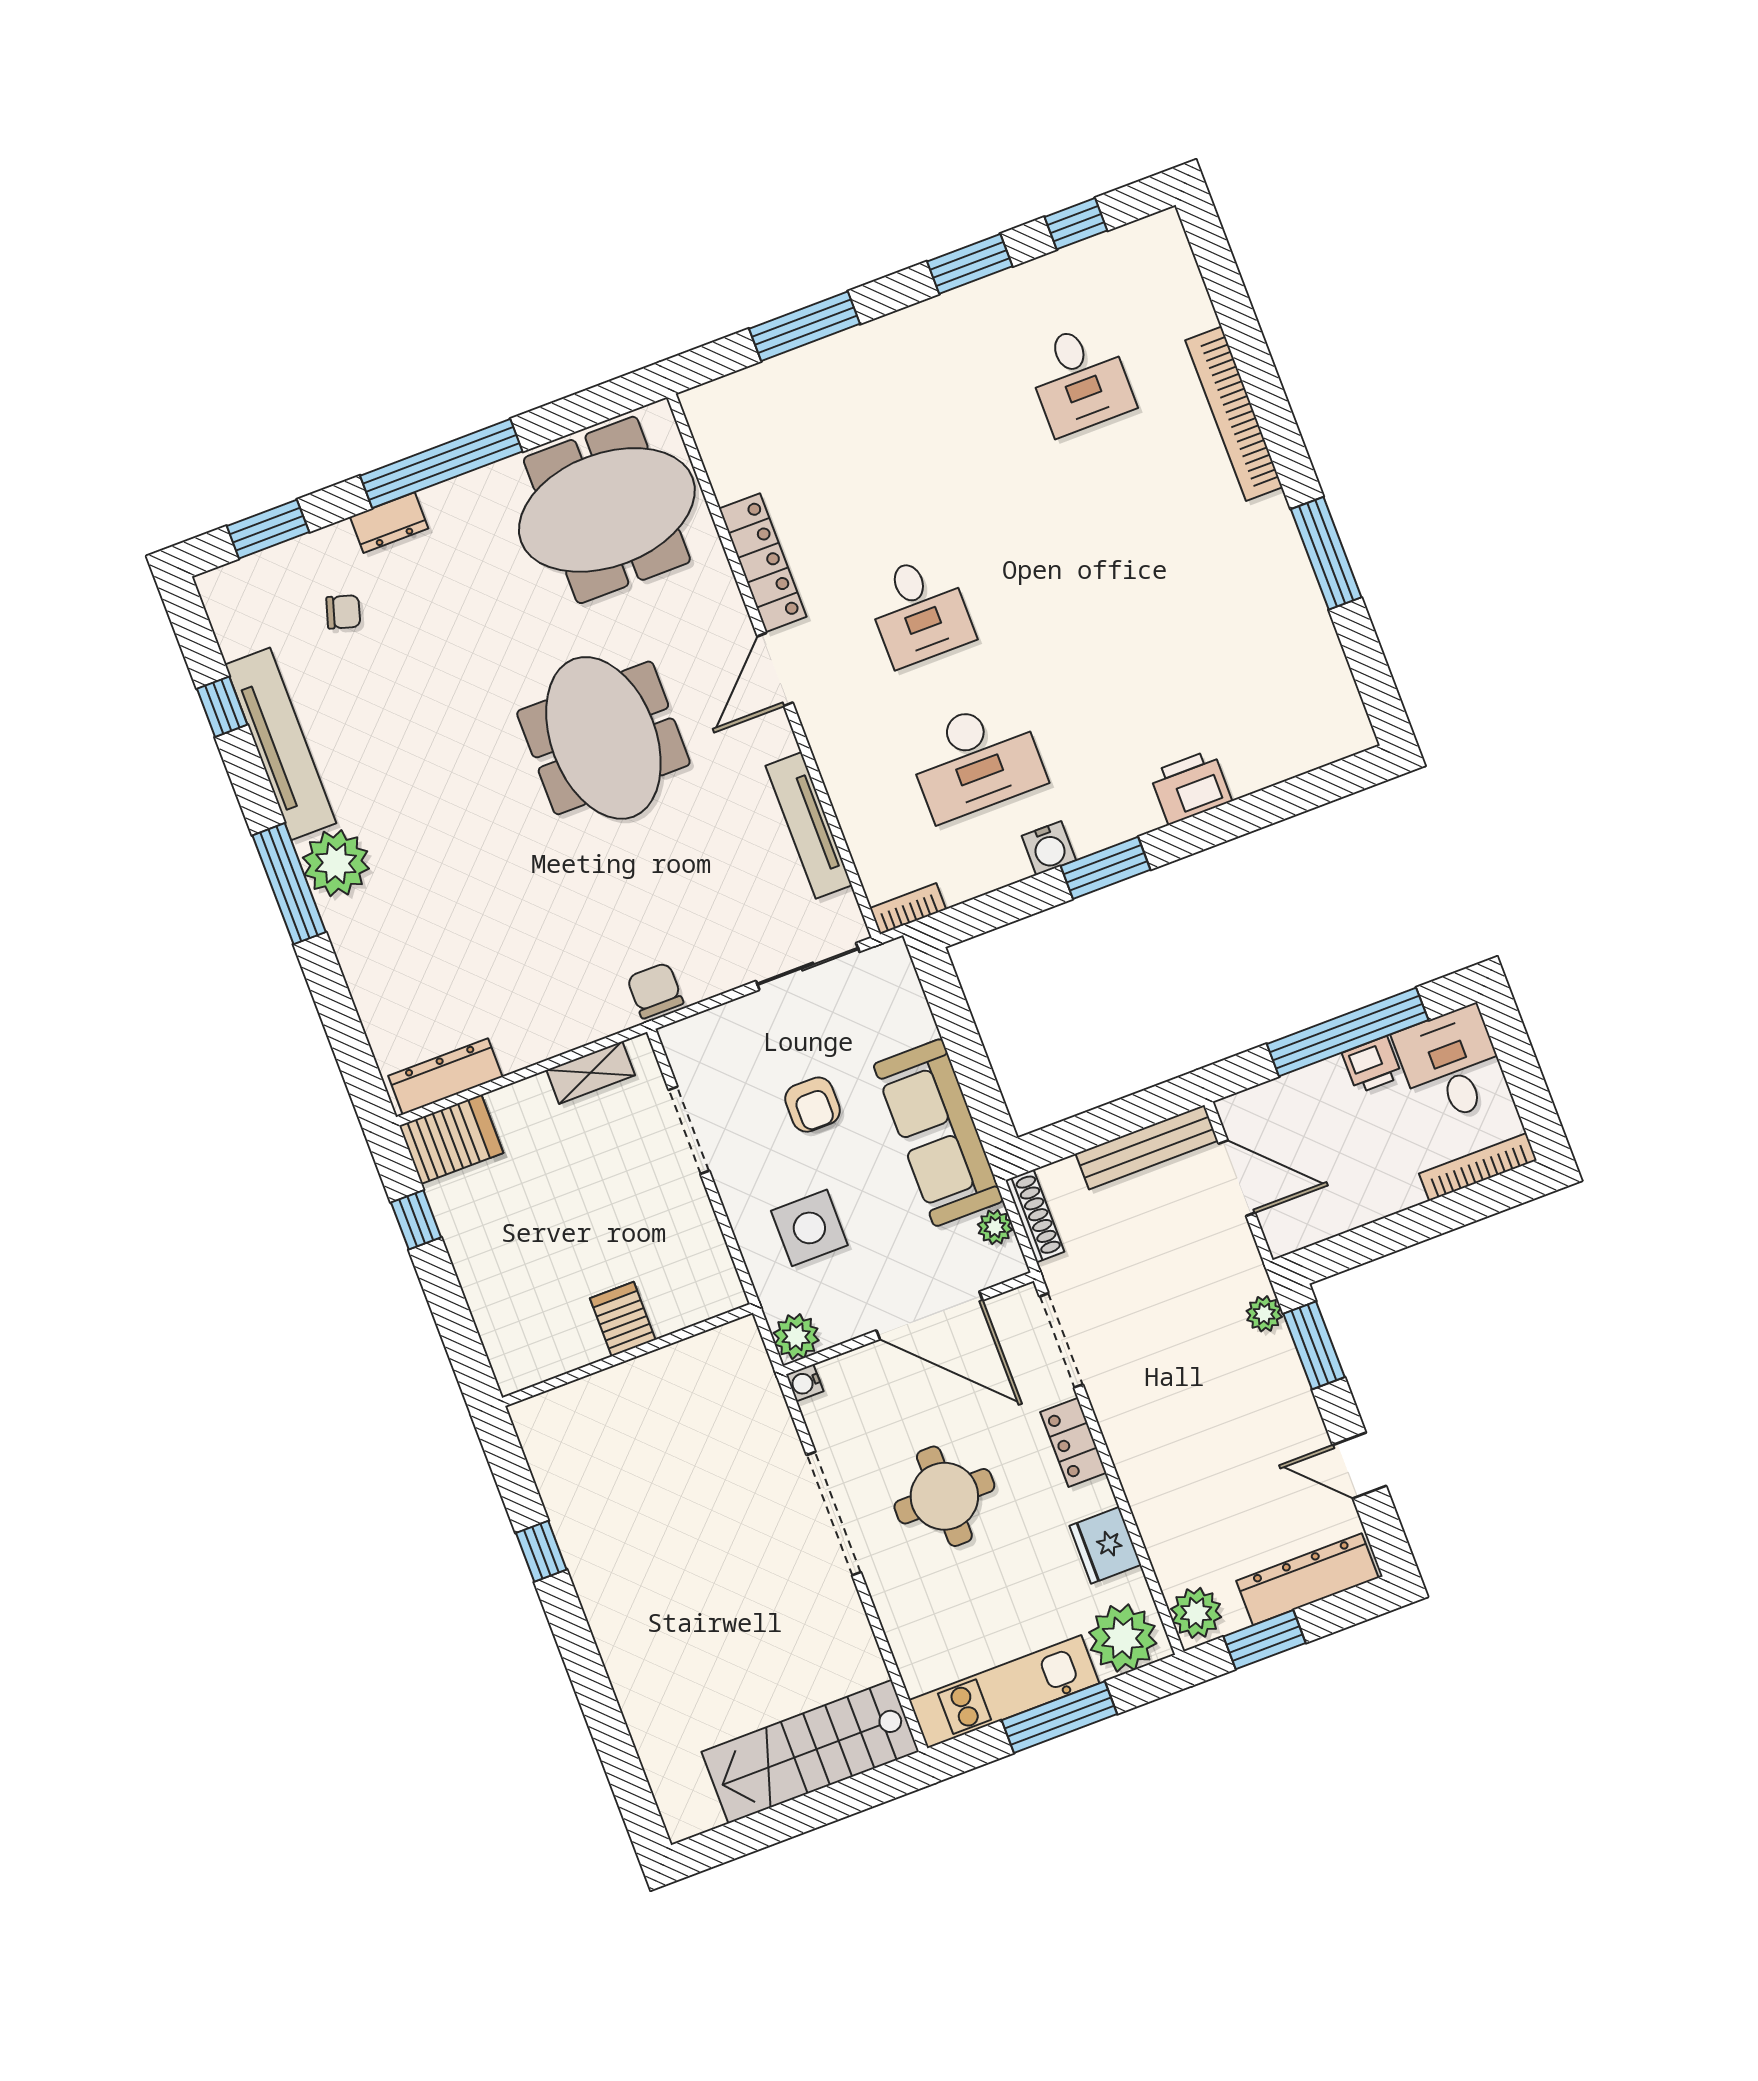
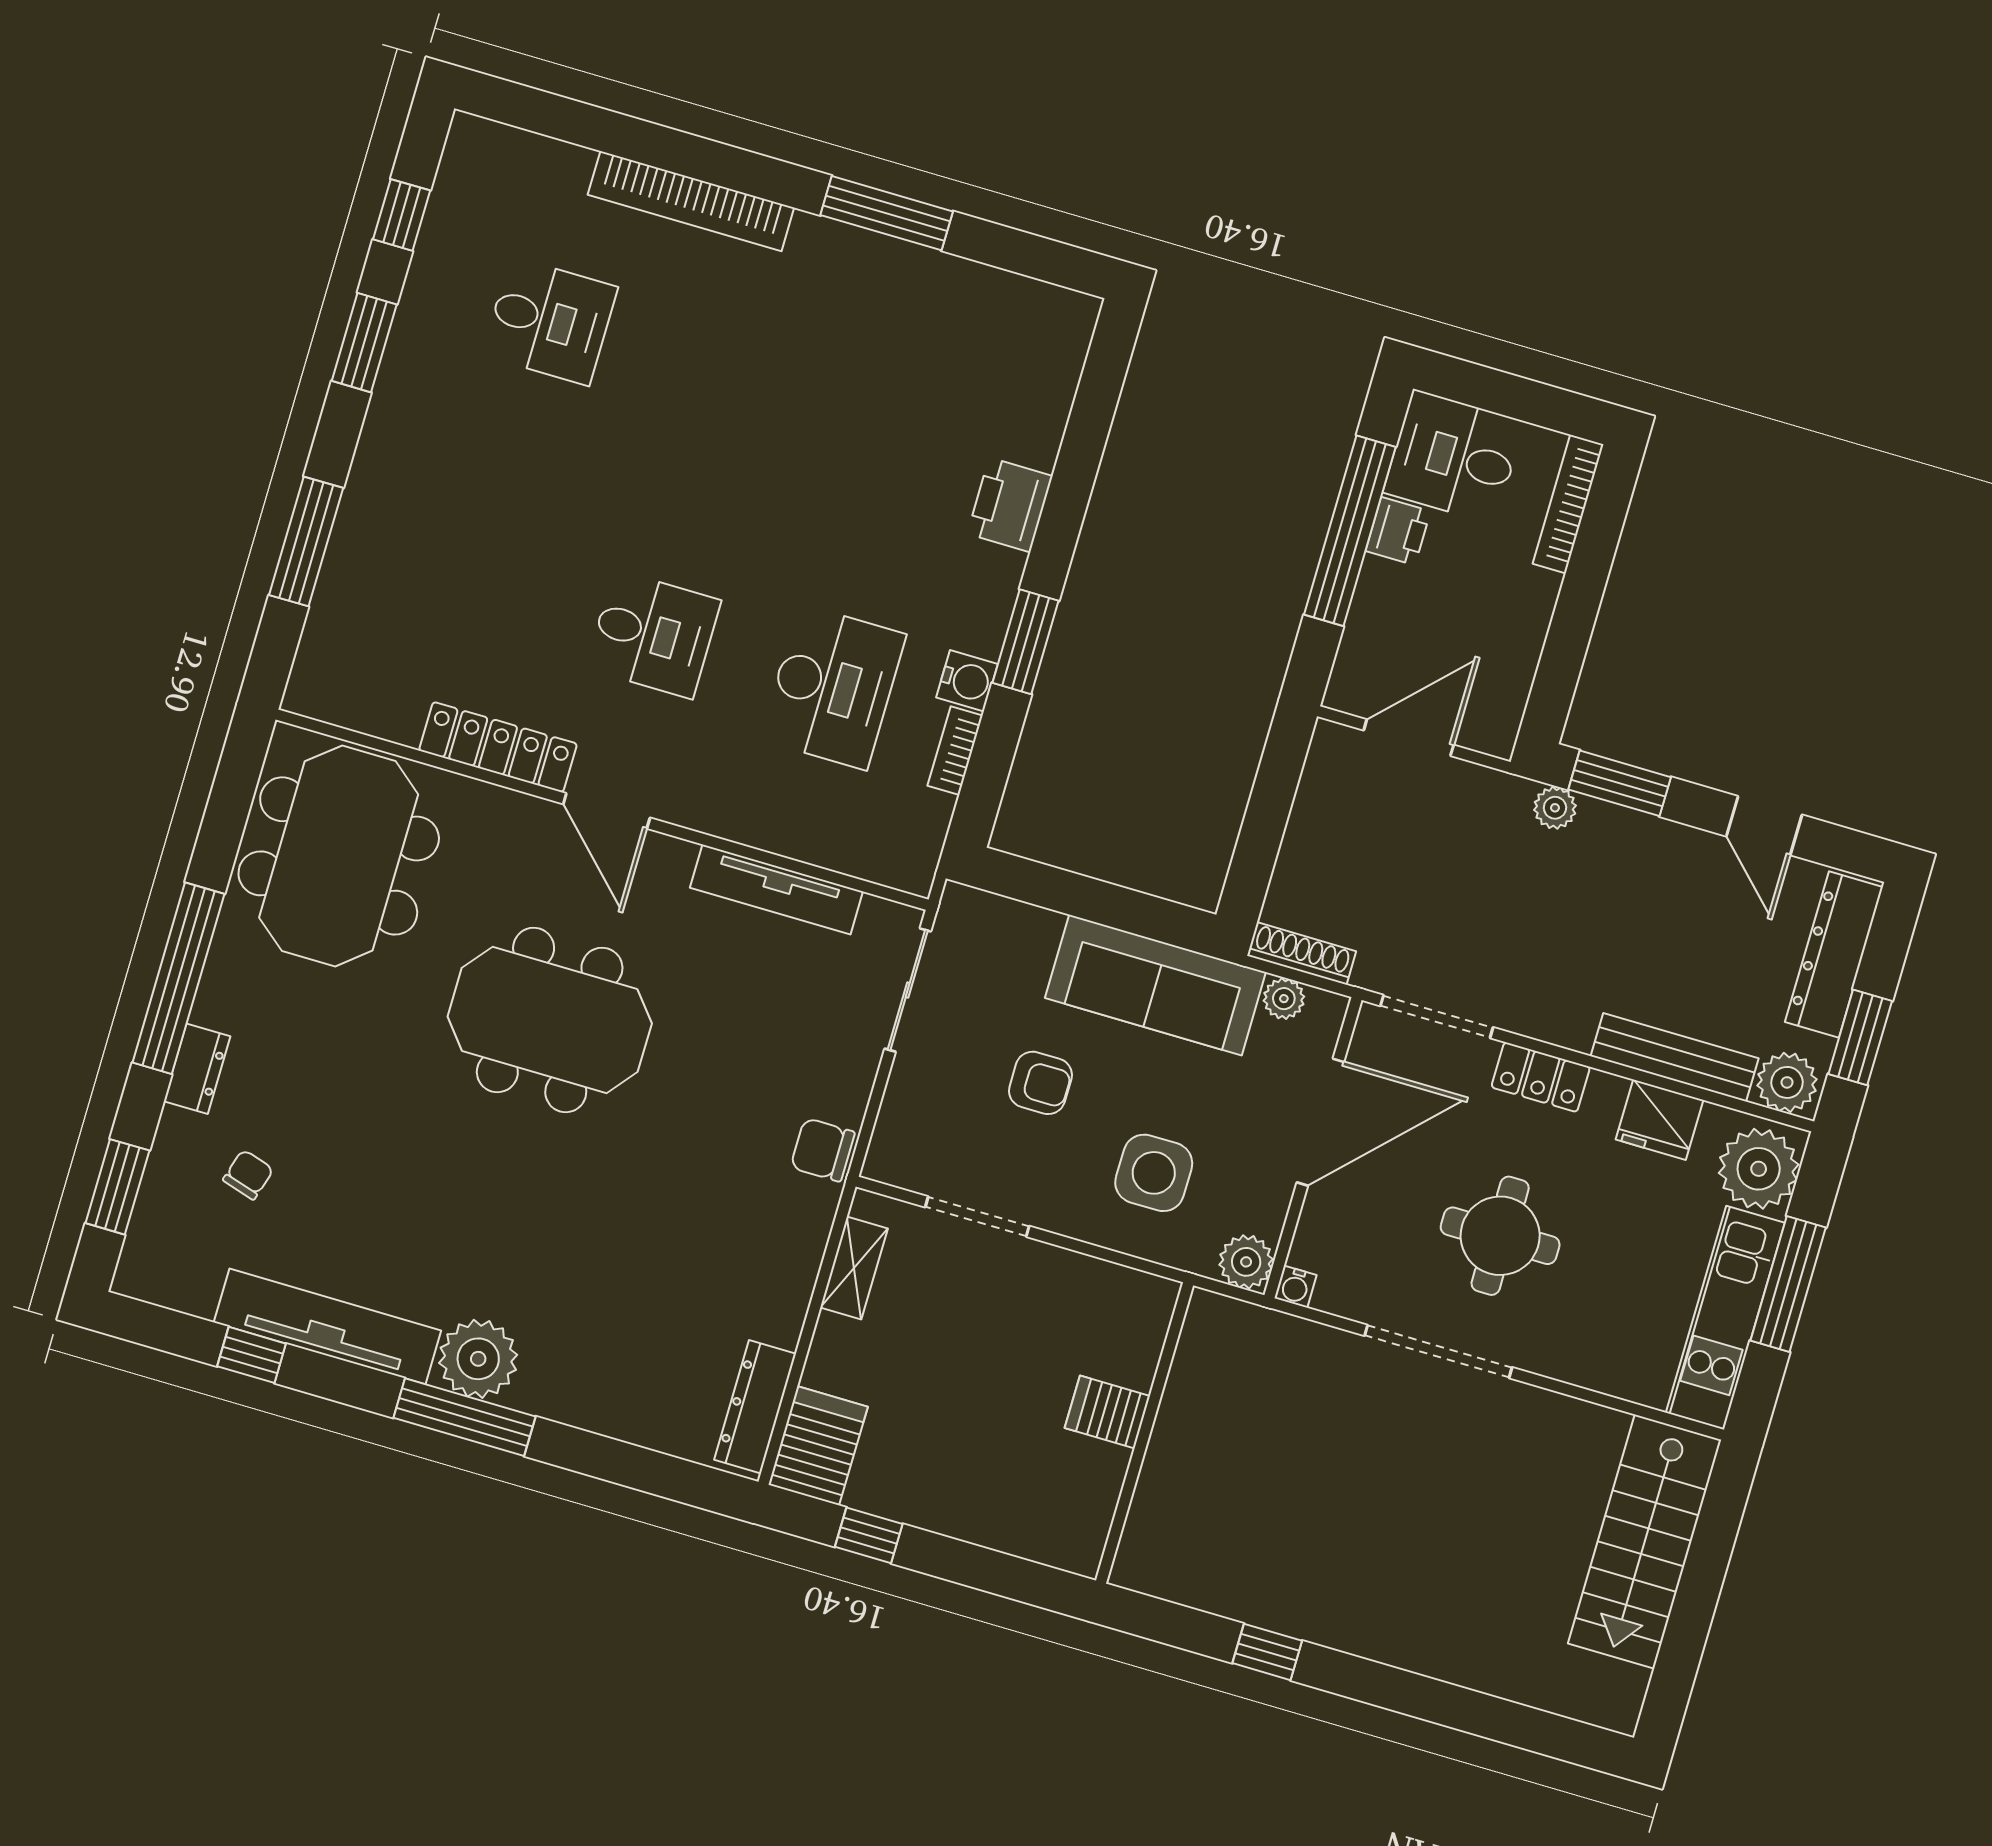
bookcase: (908, 909) -> (955, 751), moved
bench: (1147, 1147) -> (1675, 1057), moved, turned 90
door: (1359, 1466) -> (1764, 826), hinge flipped

